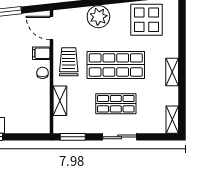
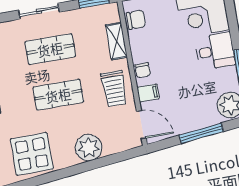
shop shelf: (116, 65) -> (58, 95), width x0.70, depth x0.74
chair: (41, 116) -> (136, 20), added

